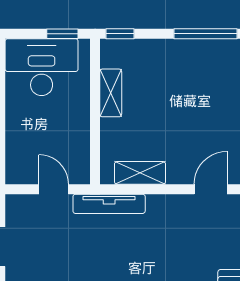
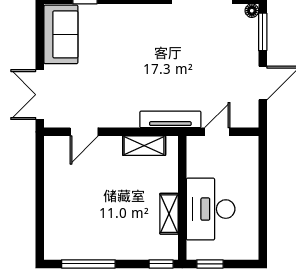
desk: (42, 67) -> (211, 209), moved, turned 90
door: (54, 189) -> (217, 132), swing flipped

